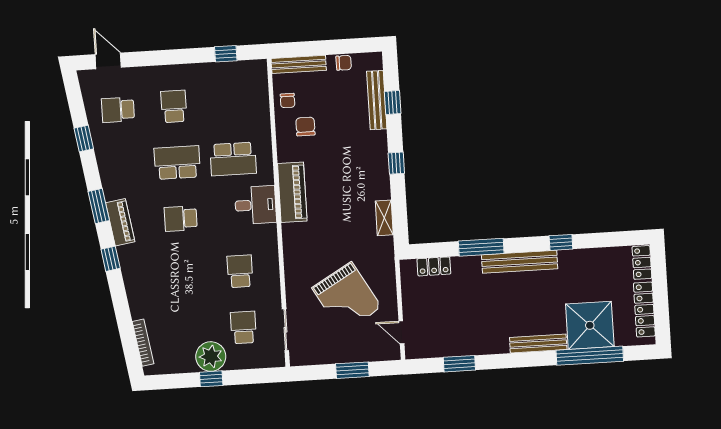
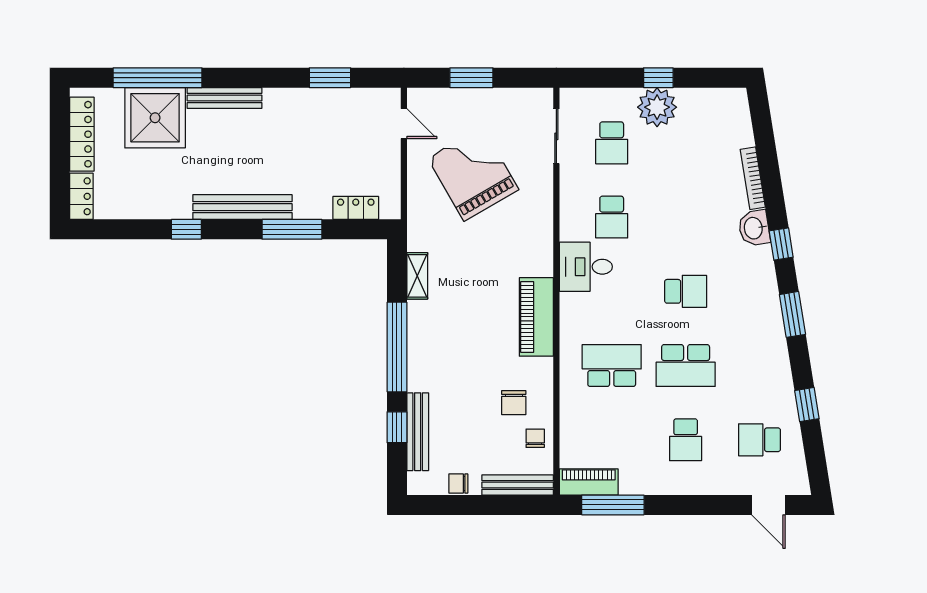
window: (226, 54) -> (613, 505), width x2.17
school desk: (118, 110) -> (760, 440), turned 180
window: (396, 163) -> (397, 347), width x3.17
desk: (255, 205) -> (586, 267), moved
piano: (120, 222) -> (589, 482), moved, turned 99
washbasin: (132, 270) -> (754, 228), added
bookcase: (143, 343) -> (753, 178), moved

